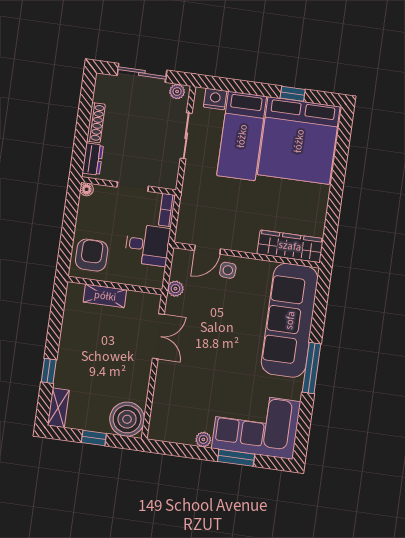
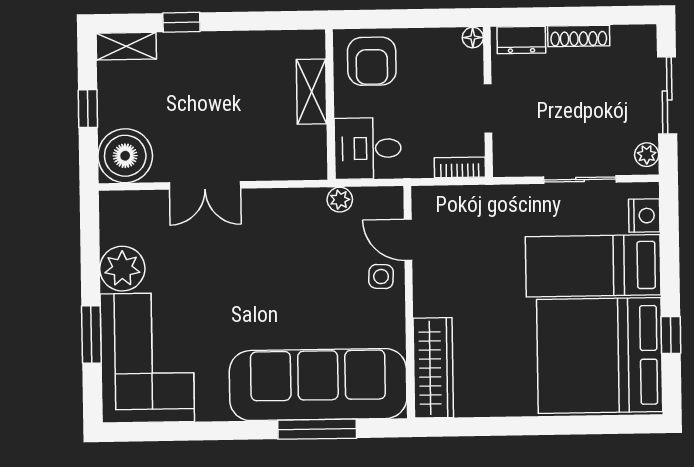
desk: (147, 245) -> (368, 148), moved, turned 90
armchair: (92, 255) -> (372, 61), turned 90
double door: (158, 336) -> (205, 185), moved
window: (312, 368) -> (317, 429), moved
plant: (203, 439) -> (122, 269), width x1.87, depth x1.87

